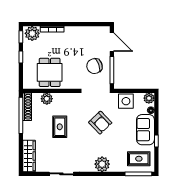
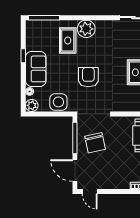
door: (99, 24) -> (90, 191), added
chair: (94, 66) -> (95, 143), turned 98
armchair: (100, 123) -> (88, 77), turned 44
rug: (139, 159) -> (68, 40), moved, turned 90

